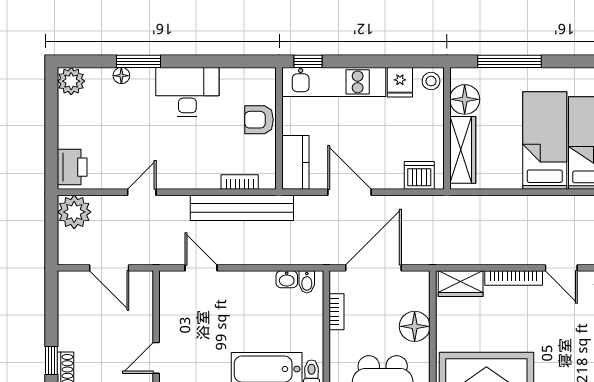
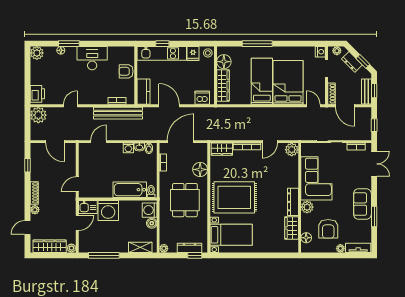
window: (308, 61) -> (162, 44), moved
window: (509, 61) -> (257, 44), moved
door: (201, 268) -> (99, 142), hinge flipped
door: (561, 268) -> (270, 142), hinge flipped
washing machine: (264, 281) -> (128, 148), added
window: (51, 360) -> (28, 165), moved

